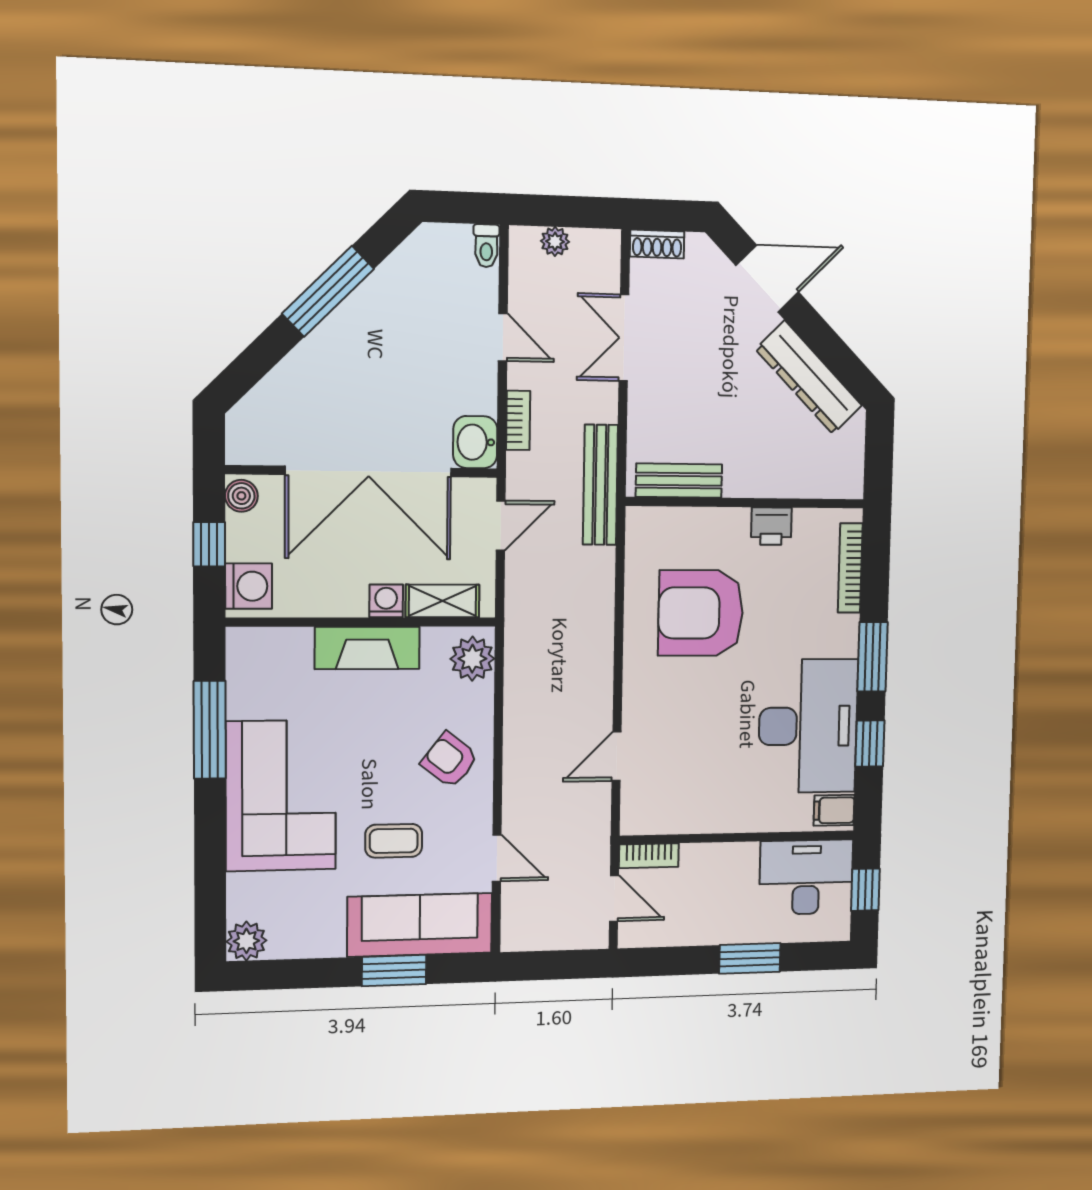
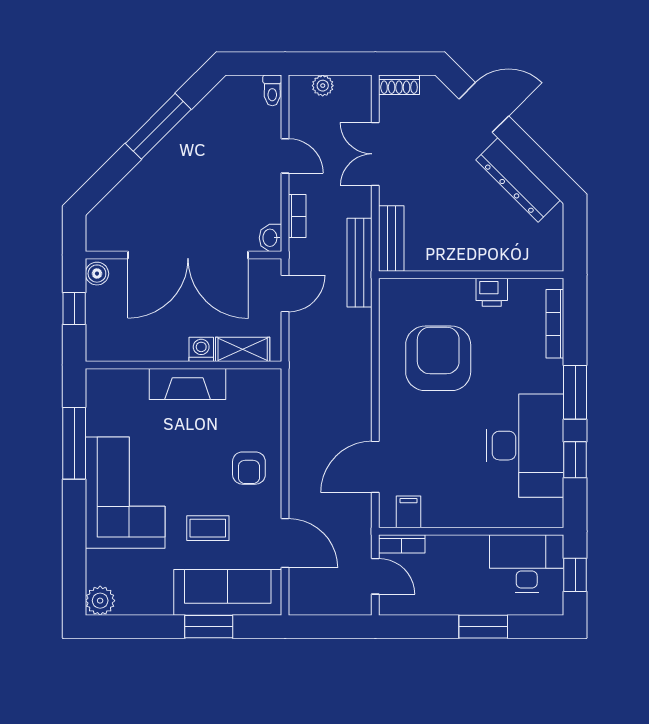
washbasin: (475, 442) -> (271, 238), width x0.72, depth x0.69
bench: (679, 481) -> (391, 238), moved, turned 90
washing machine: (249, 586) -> (102, 339), removed
armchair: (701, 613) -> (438, 358), turned 90
plant: (472, 659) -> (265, 392), removed
door: (616, 756) -> (375, 467), width x1.37
armchair: (450, 760) -> (249, 468), turned -128
filing cabinet: (834, 810) -> (408, 512), moved, turned 90
door: (497, 858) -> (285, 543), width x1.38

